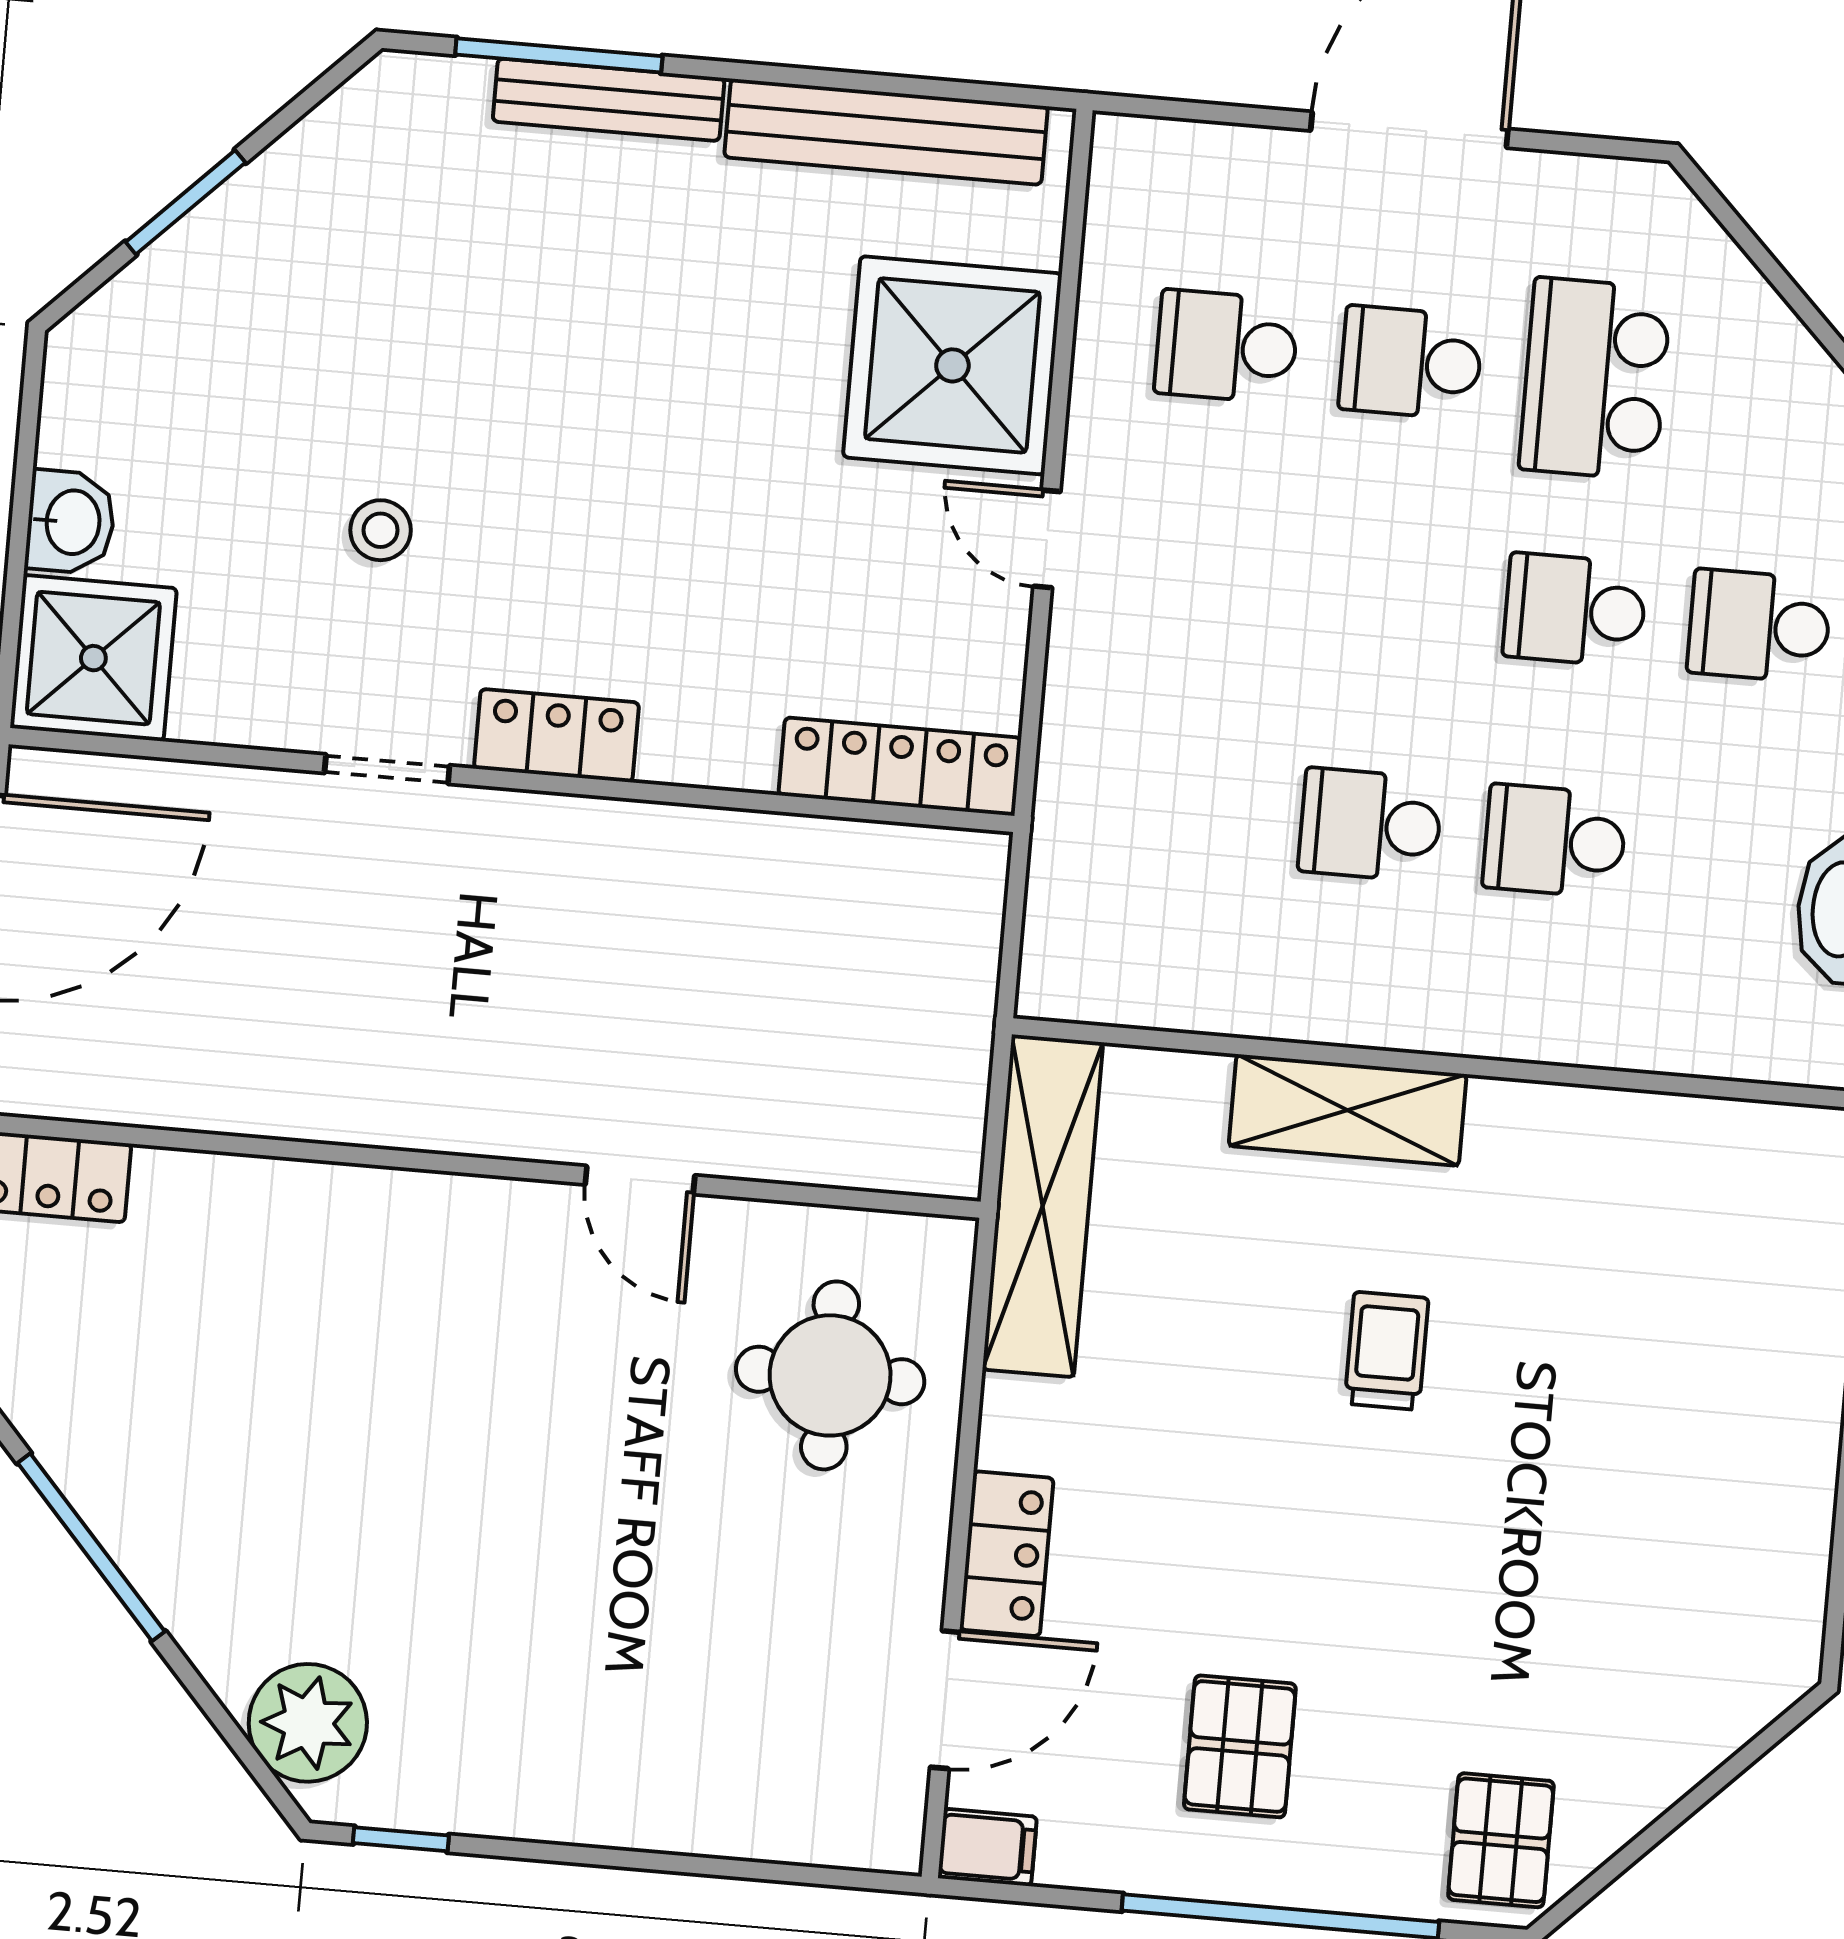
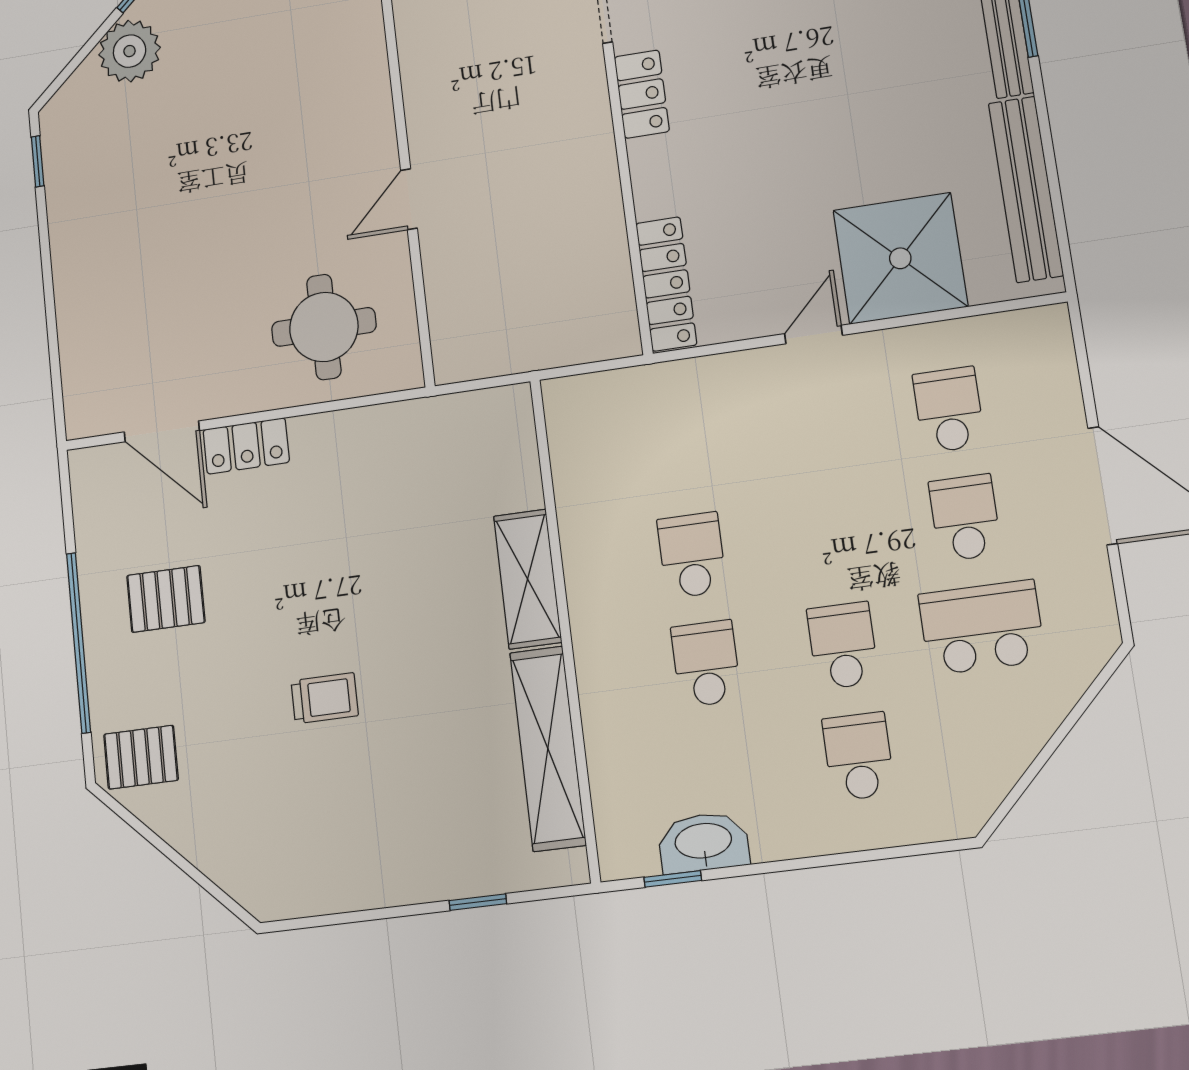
shelving: (1043, 1206) -> (548, 748), moved, turned 90
trolley: (1387, 1351) -> (325, 698), moved
plant: (308, 1723) -> (129, 51), moved
filing cabinet: (987, 1847) -> (87, 473), removed

